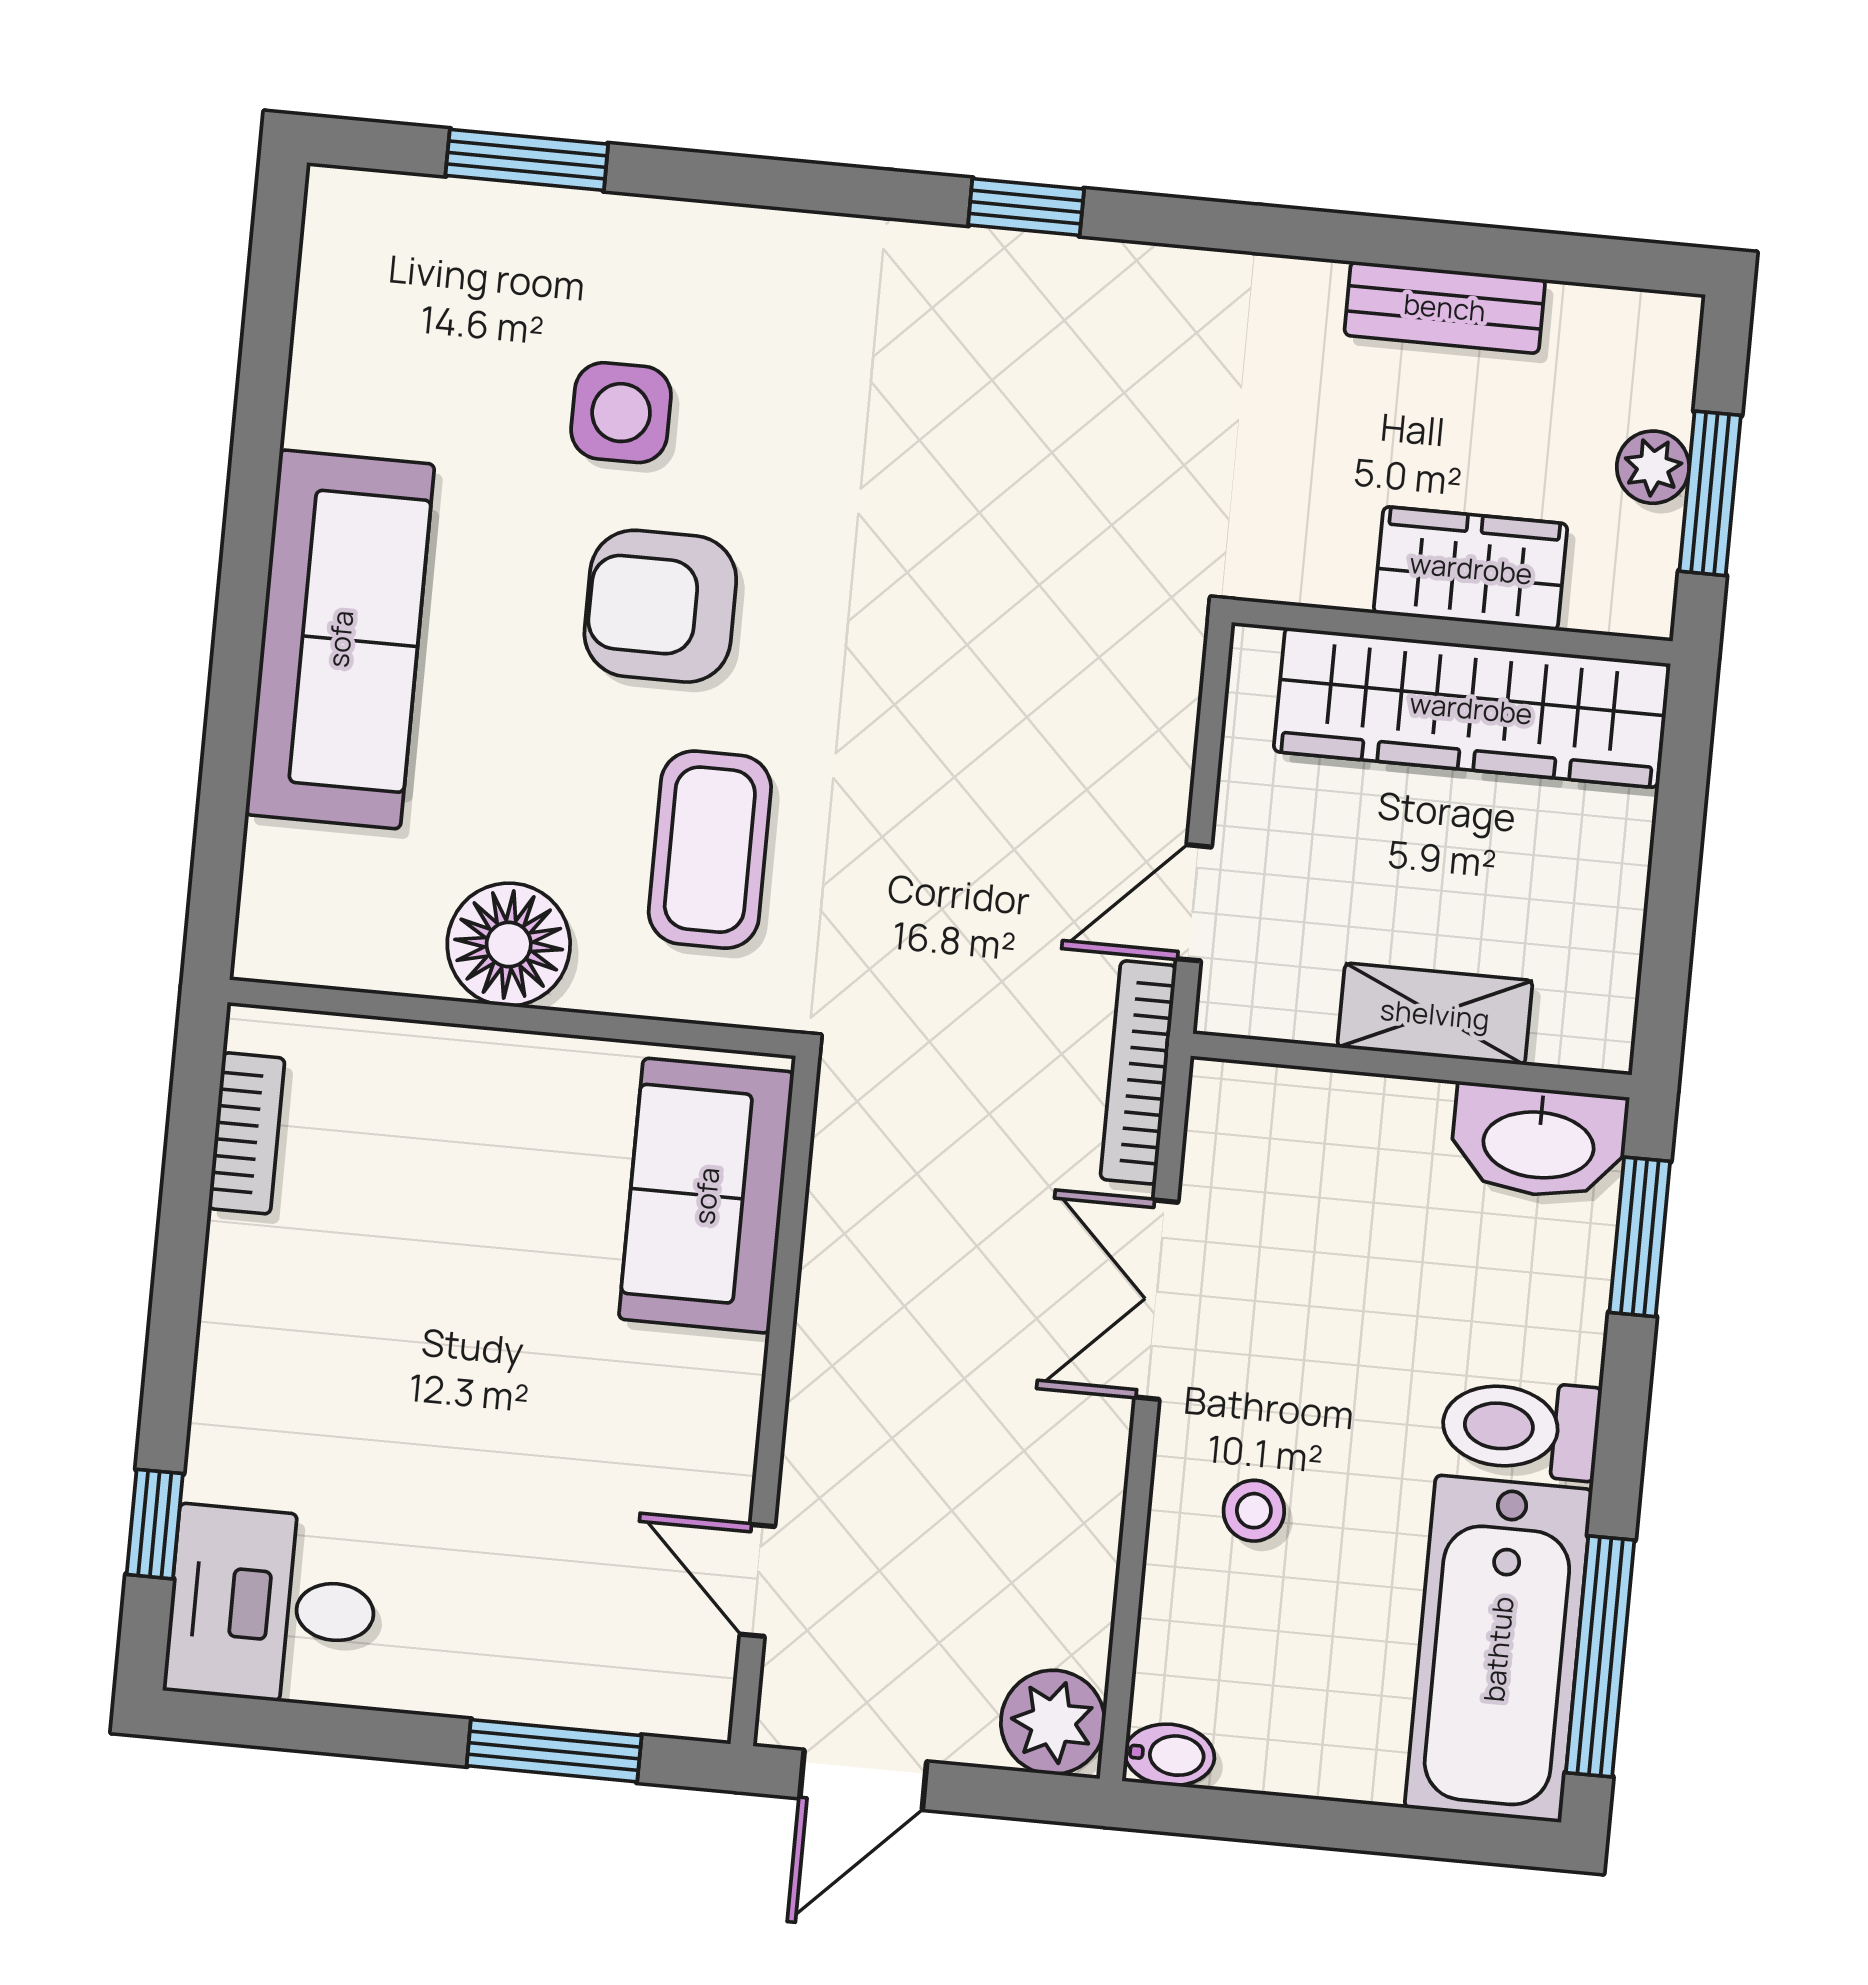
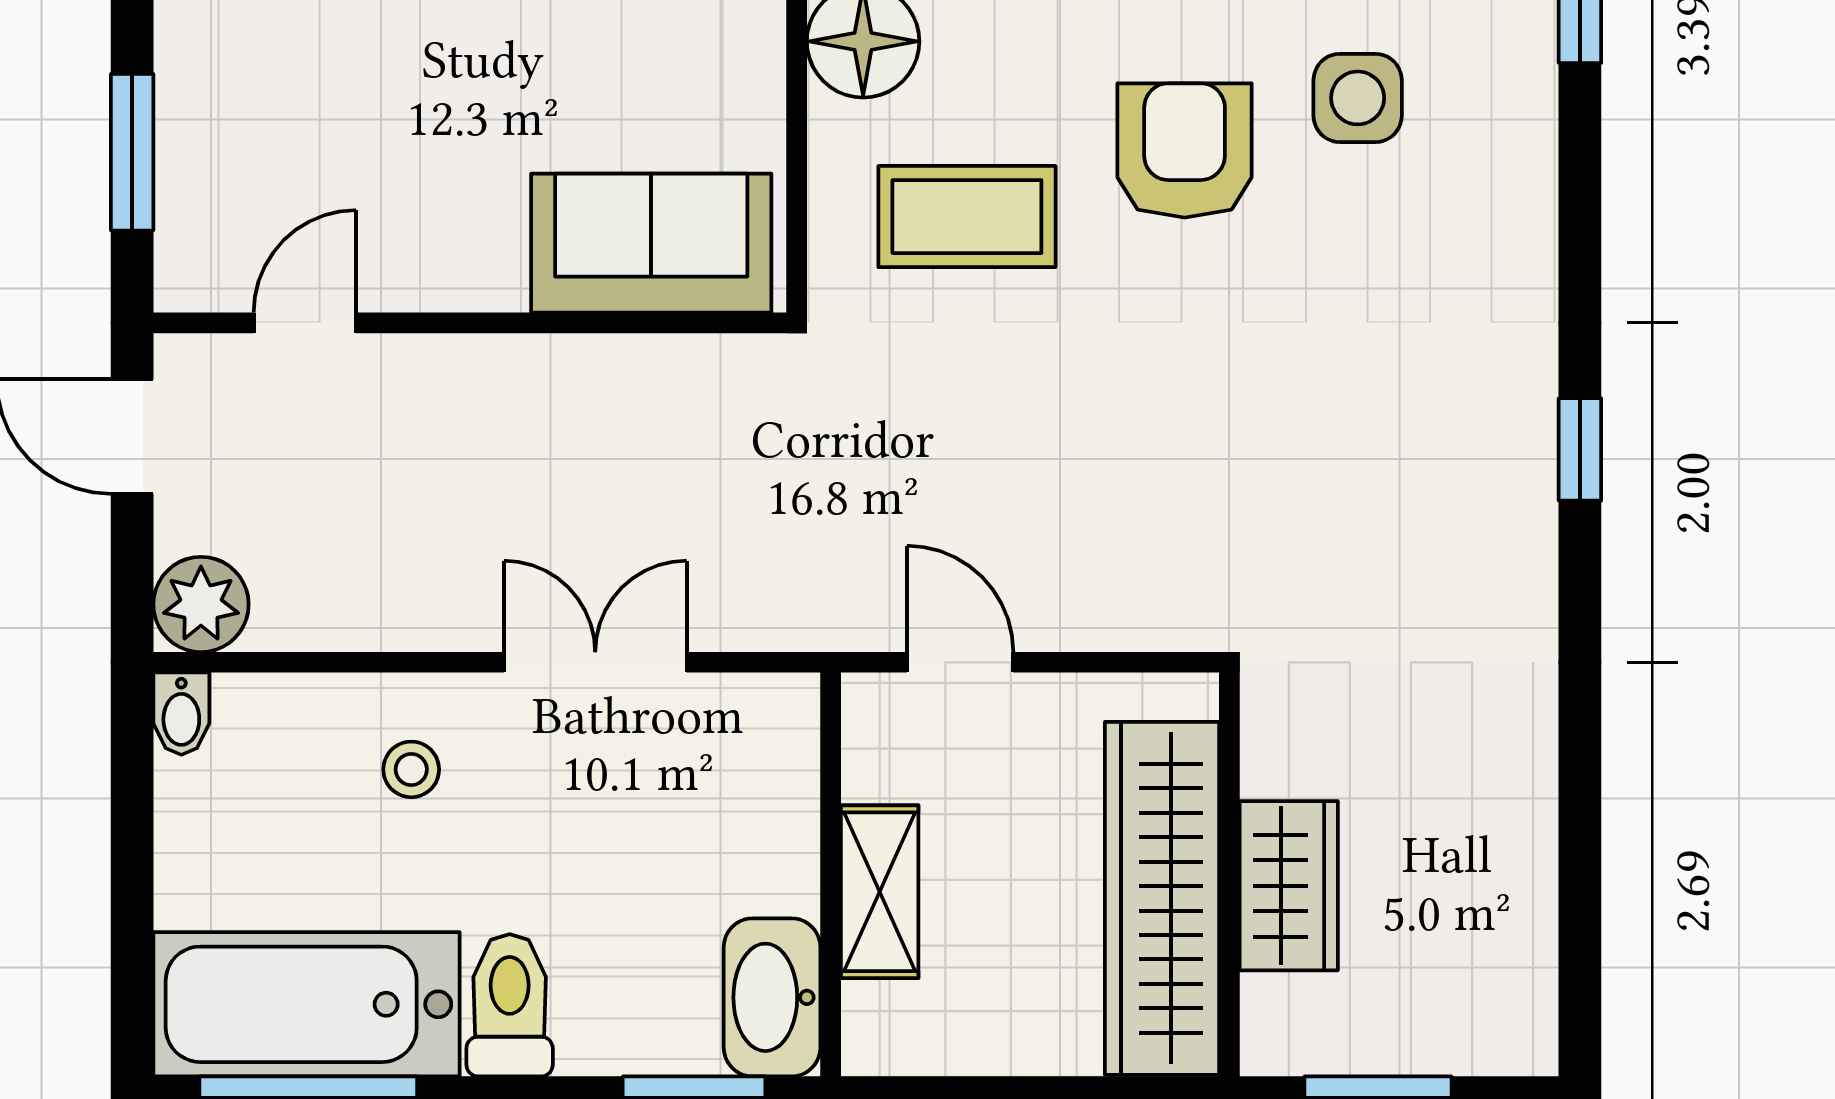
bench: (1445, 307) -> (1525, 840), removed
plant: (1653, 467) -> (1397, 1043), removed
bookcase: (1138, 1072) -> (801, 626), removed

